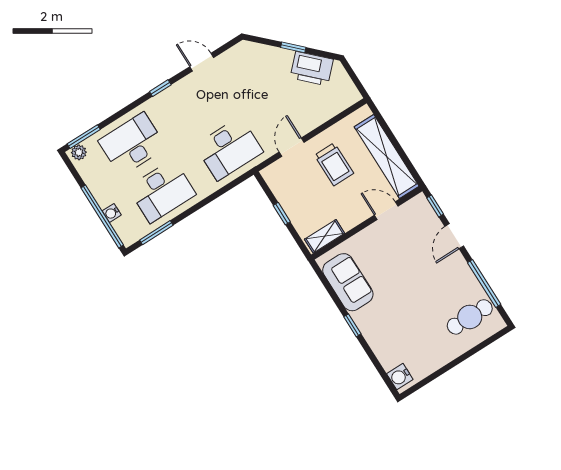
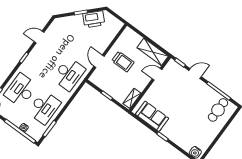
shelving: (387, 156) -> (153, 52), width x0.68
door: (454, 236) -> (195, 74), swing flipped

